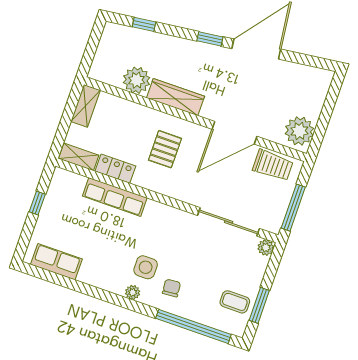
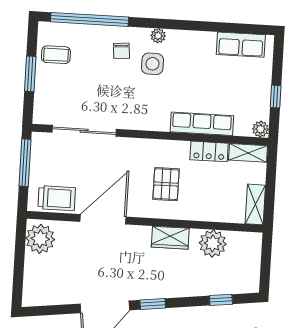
wardrobe: (175, 97) -> (170, 238), width x0.67
trolley: (273, 165) -> (57, 198), turned 180
plant: (266, 248) -> (261, 129), moved
window: (259, 305) -> (30, 74), moved

